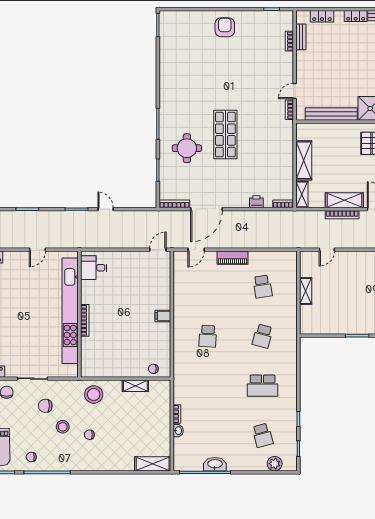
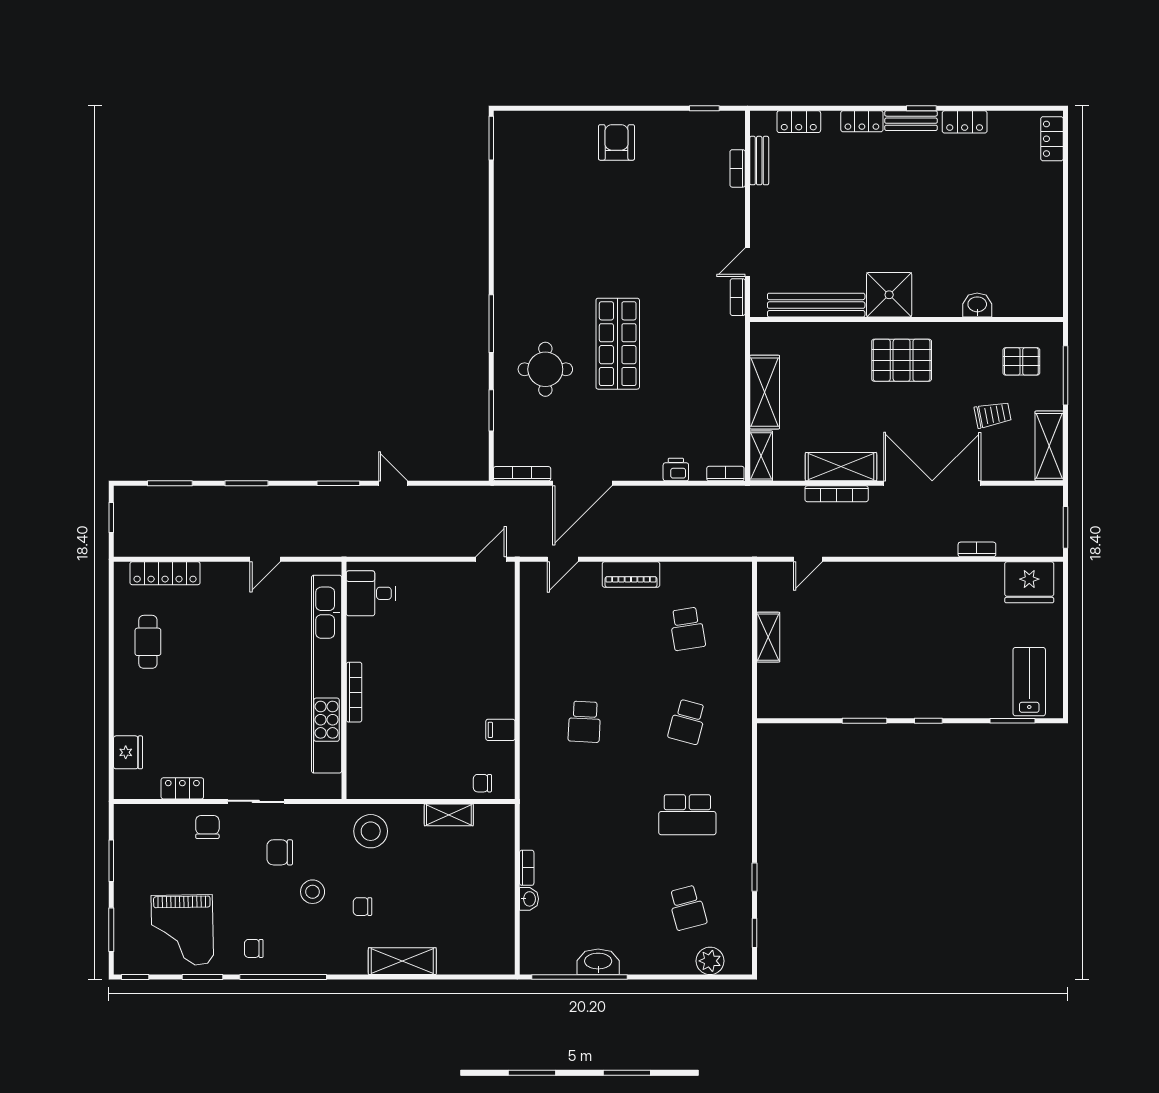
filing cabinet: (163, 316) -> (500, 730), moved
shelving: (153, 464) -> (402, 961), moved

